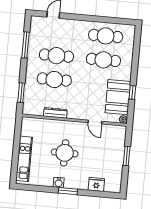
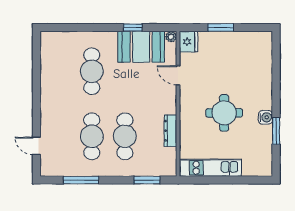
cafe table: (106, 36) -> (59, 71), removed
door: (95, 122) -> (178, 75), swing flipped
kitchen unit: (24, 159) -> (210, 168), moved
fridge: (96, 184) -> (189, 42), moved, turned 180
window: (68, 191) -> (276, 131), moved

